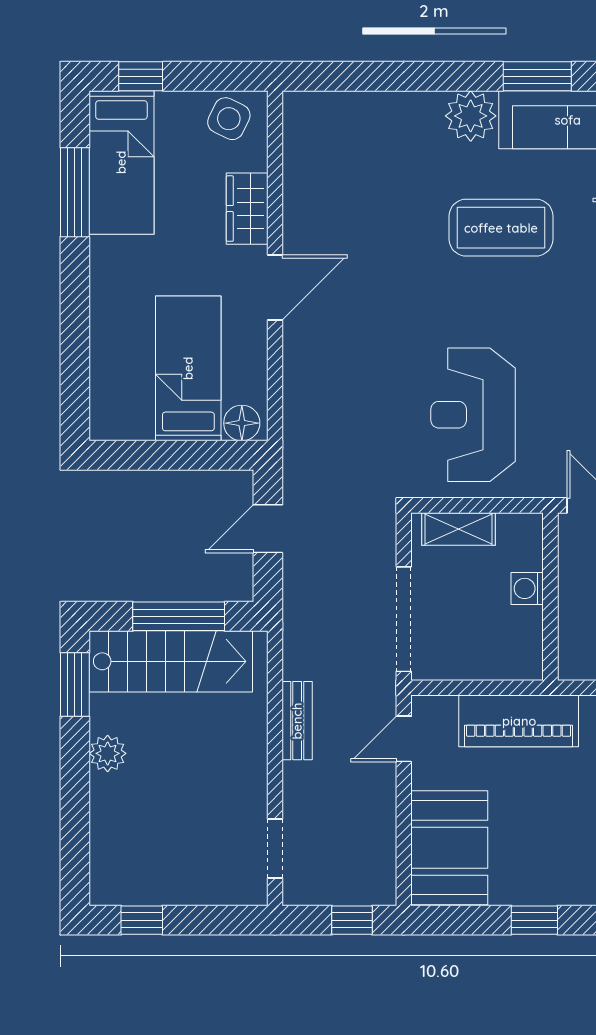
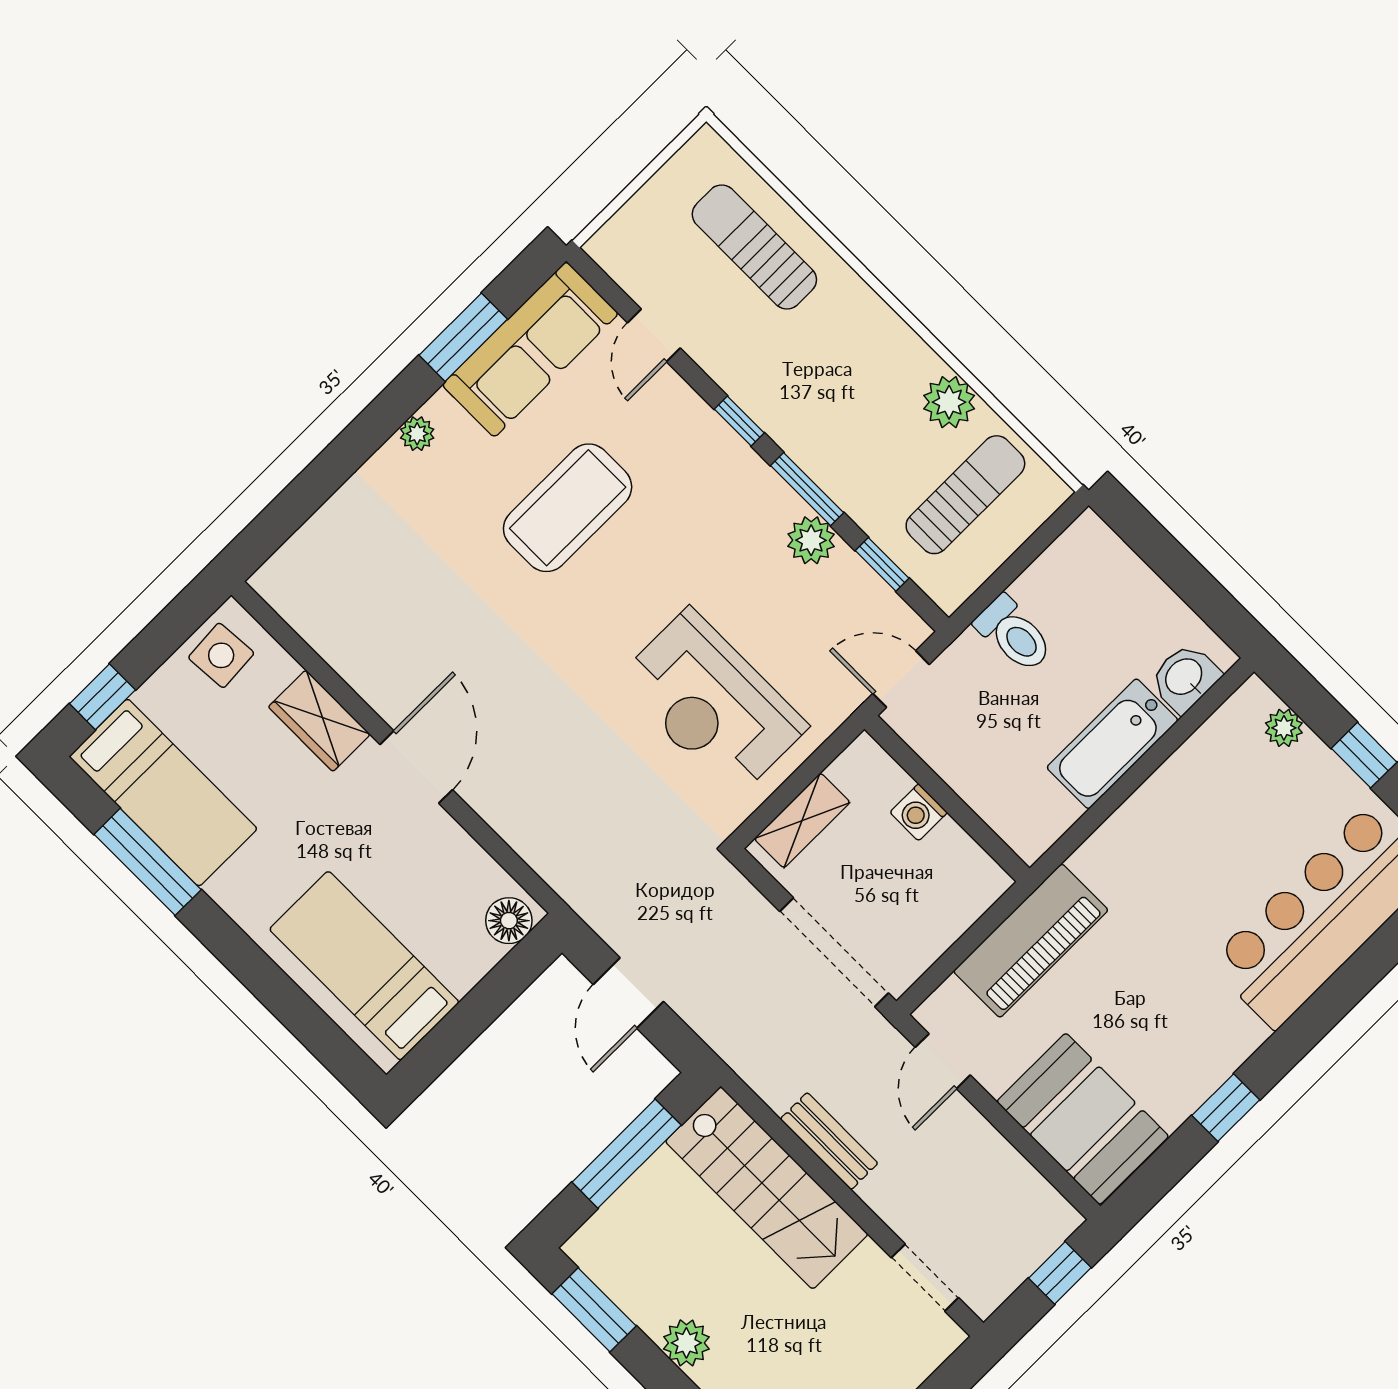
plant: (471, 116) -> (417, 434), width x0.53, depth x0.53
side table: (229, 119) -> (221, 655), turned -30
bed: (188, 368) -> (364, 966), moved
stairs: (171, 661) -> (767, 1188), moved, turned 90

